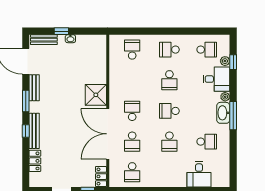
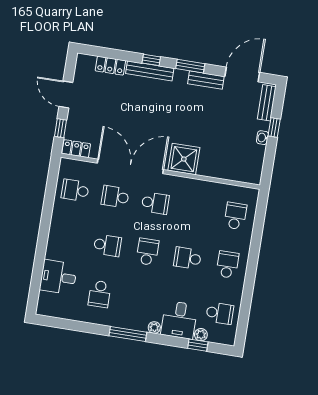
school desk: (132, 50) -> (235, 216), turned -90
school desk: (207, 50) -> (220, 313), turned -90
washbasin: (223, 113) -> (134, 322), removed
school desk: (169, 142) -> (107, 245), turned 180

